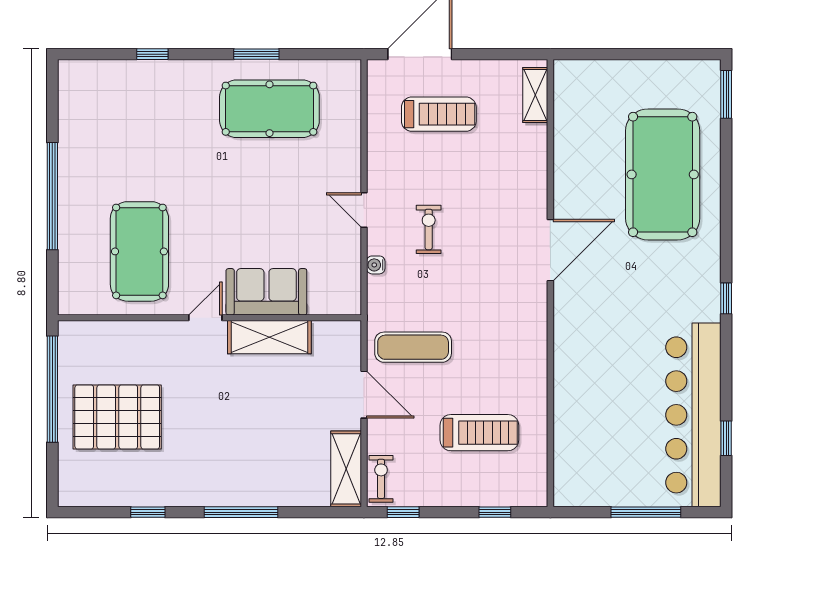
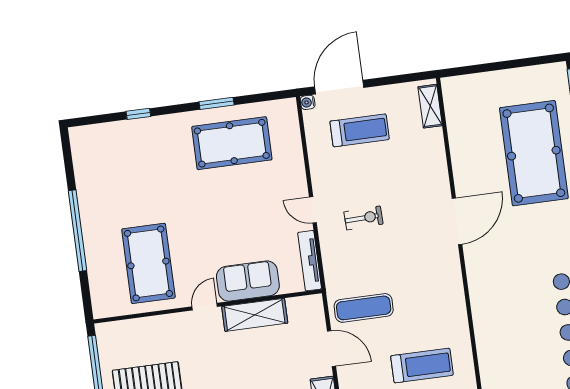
exercise bike: (429, 229) -> (364, 218), turned 88
water cooler: (376, 265) -> (308, 102), moved
tv unit: (351, 276) -> (310, 261), added

